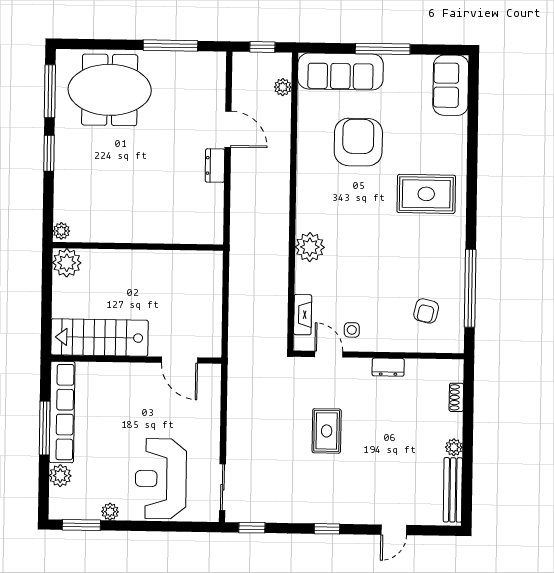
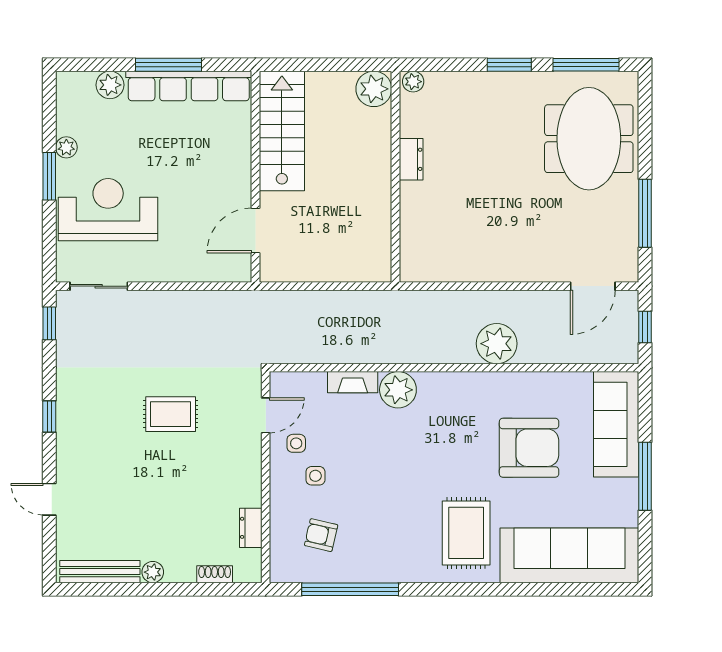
sofa: (451, 85) -> (569, 555), width x1.85, depth x1.27
plant: (283, 87) -> (497, 344), moved, width x1.88, depth x1.88
door: (228, 129) -> (593, 286), moved
dresser: (215, 166) -> (411, 159), moved, turned 90
fireplace: (303, 315) -> (353, 382), moved
side table: (378, 315) -> (315, 476), added
dresser: (388, 367) -> (251, 528), moved
window: (81, 525) -> (49, 176), moved

